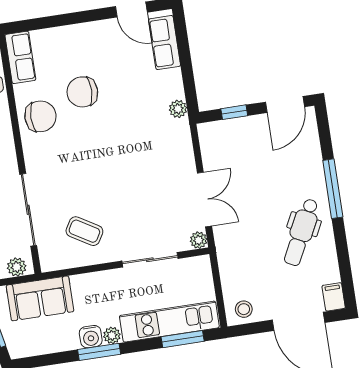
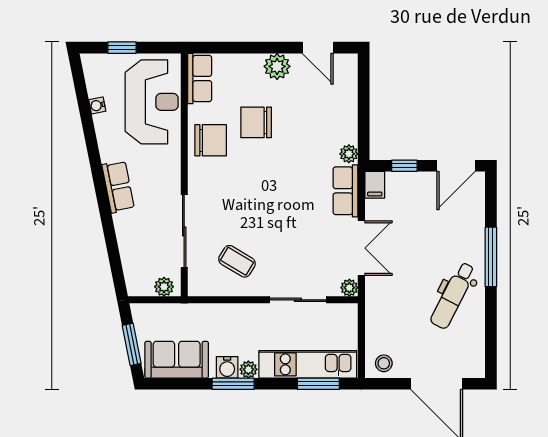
plant: (94, 34) -> (277, 66), added
row of seats: (165, 43) -> (346, 191), moved
filing cabinet: (334, 297) -> (375, 185), moved, turned 180
sofa: (40, 298) -> (177, 360), moved, turned 180

